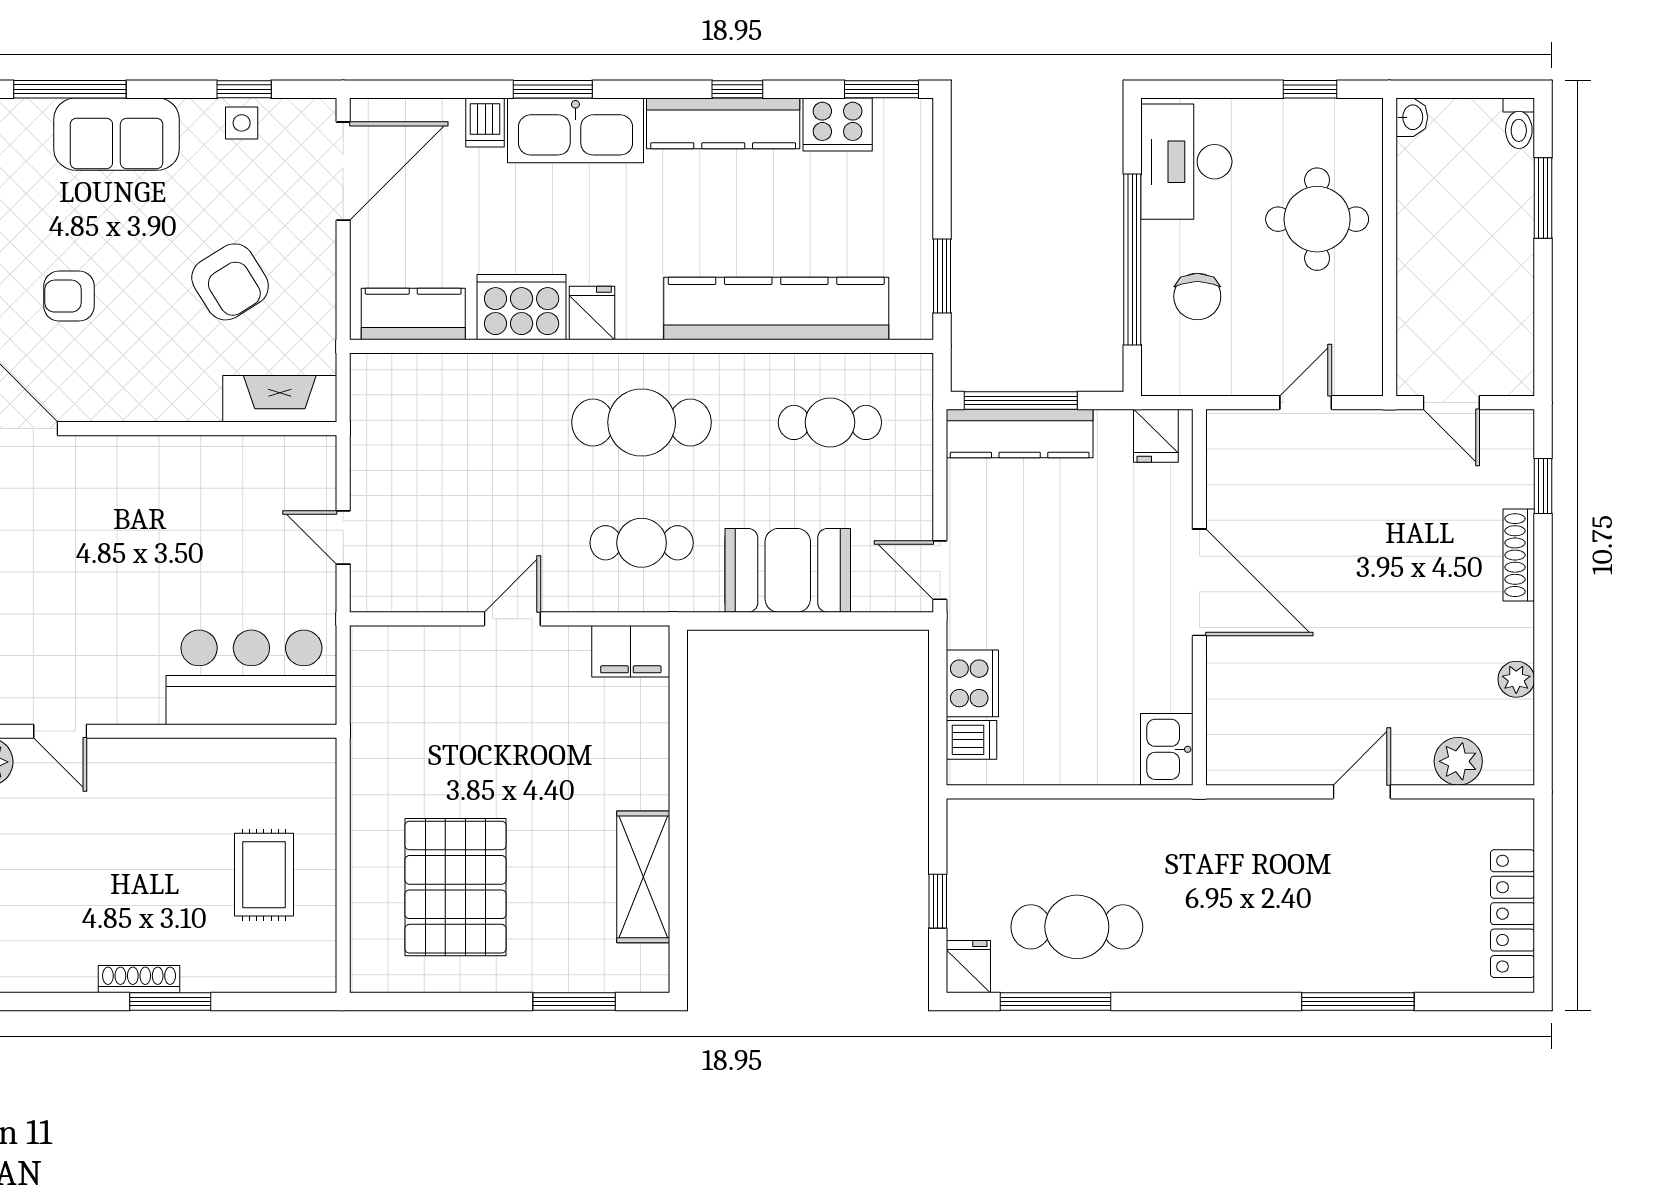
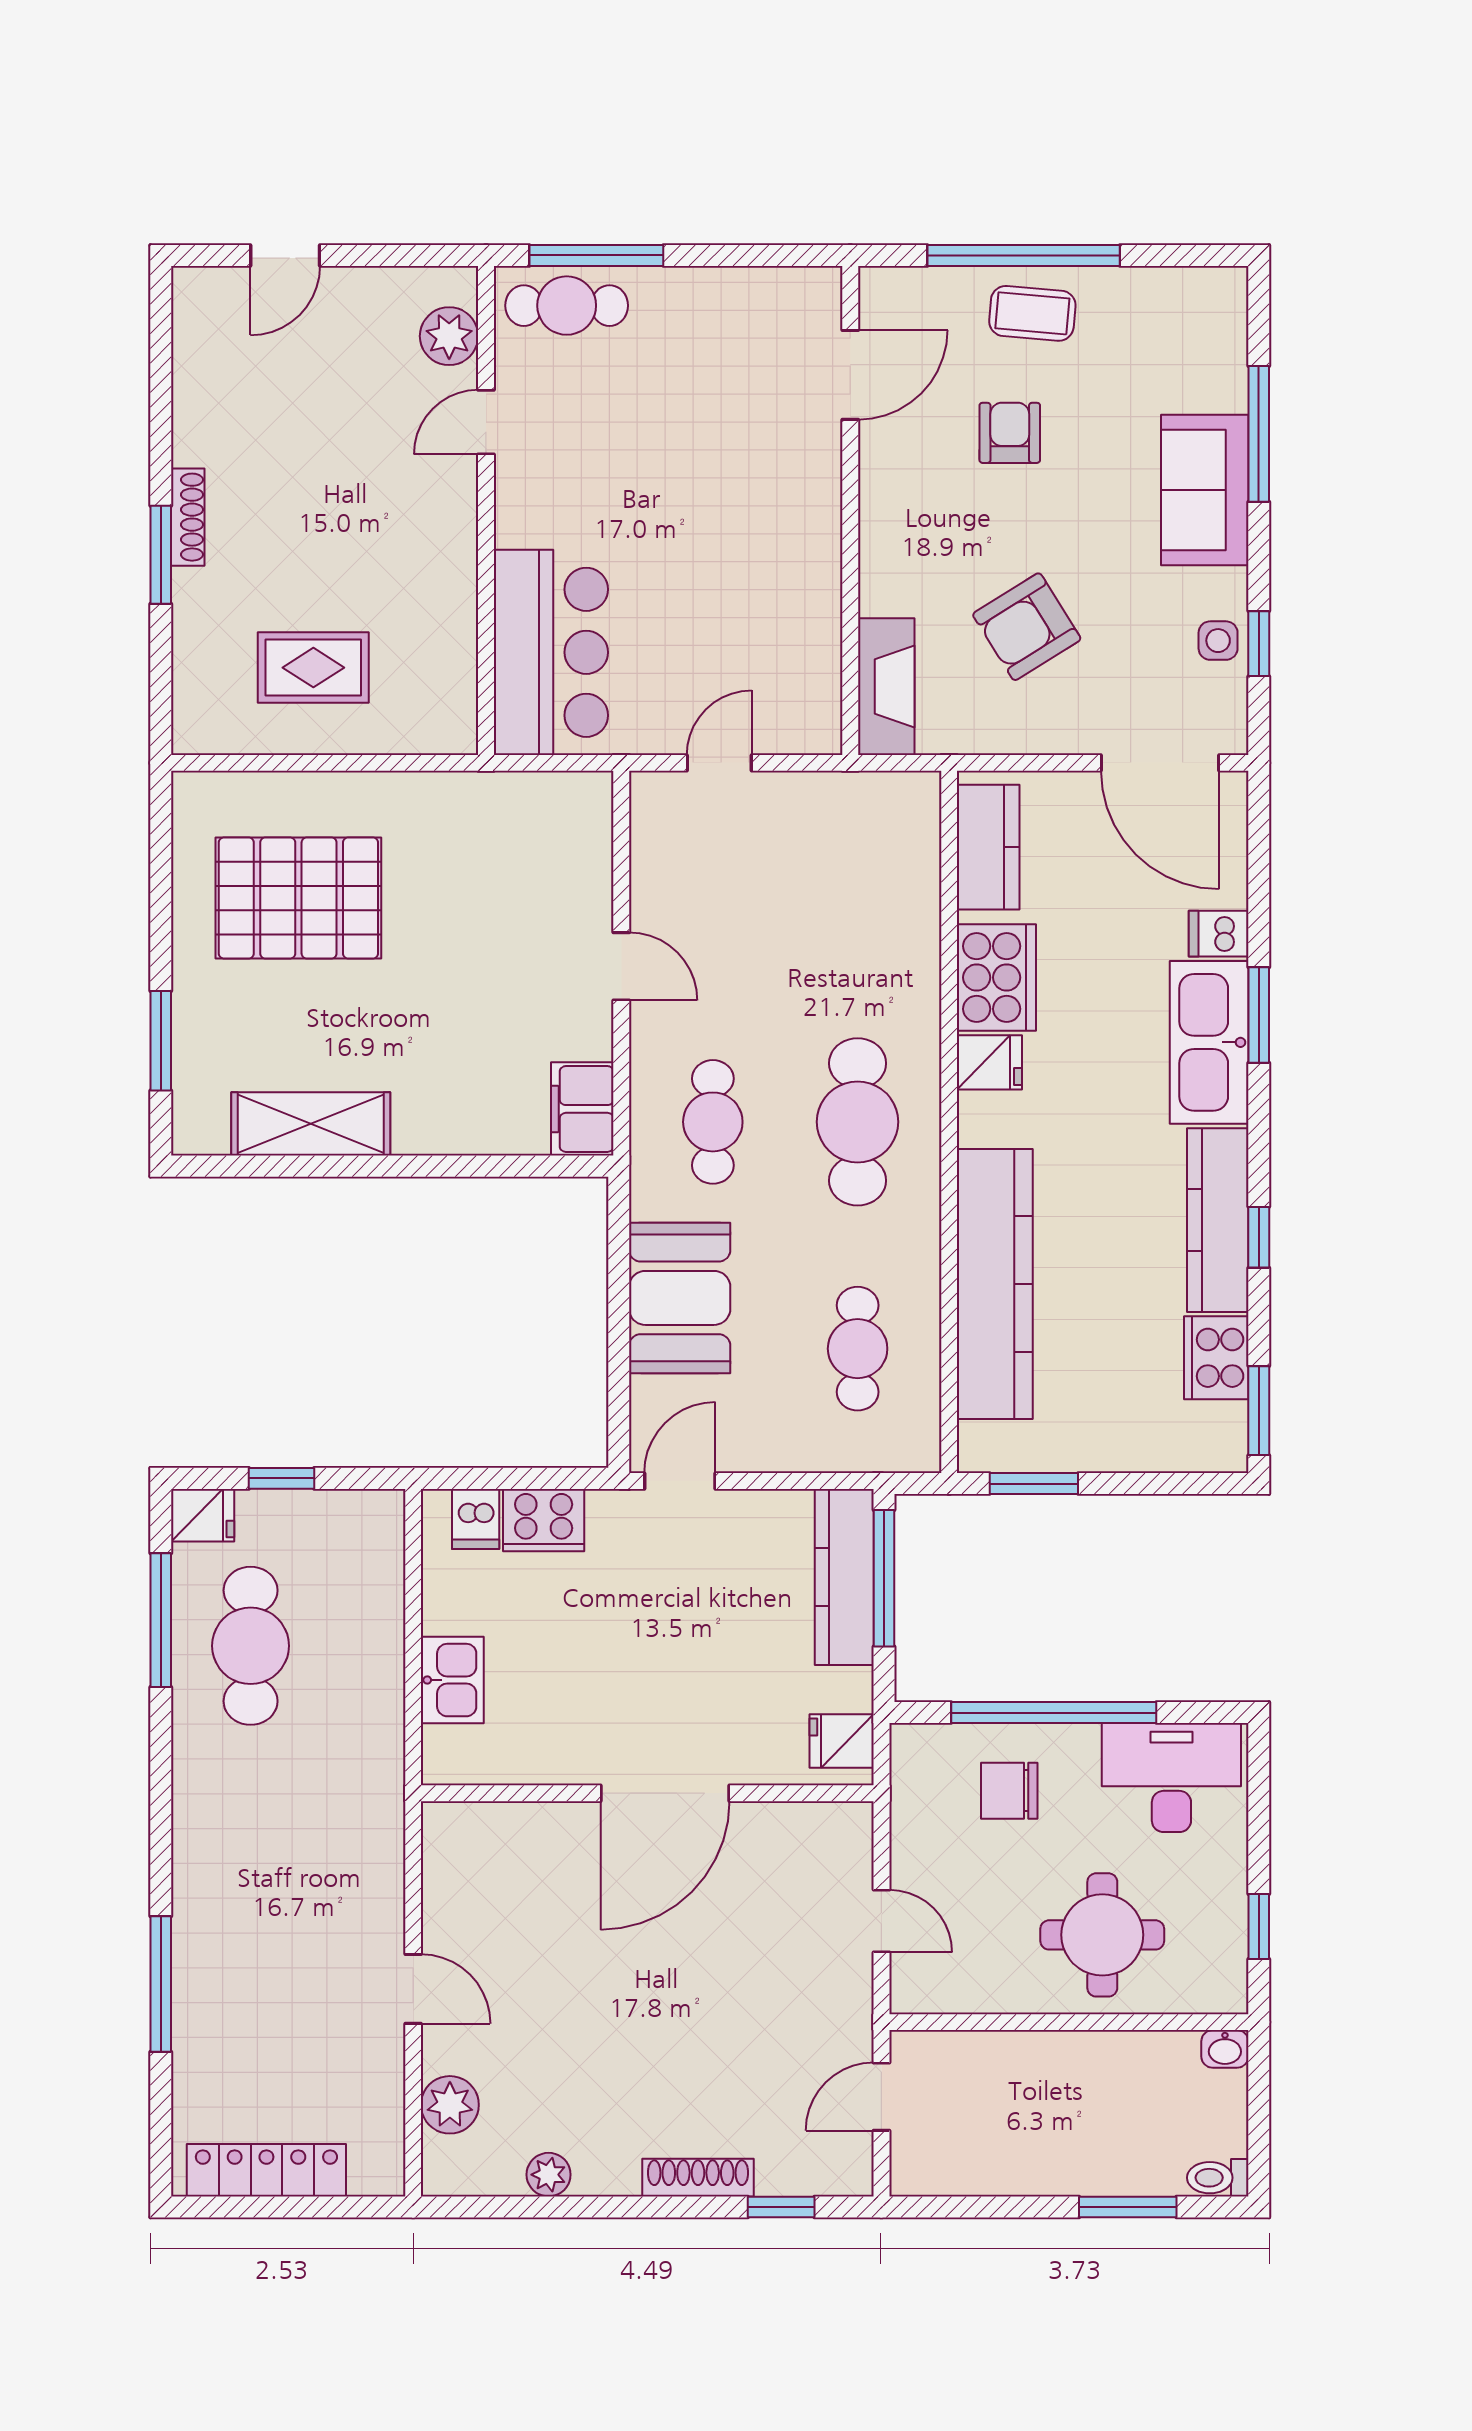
kitchen sink: (1167, 749) -> (452, 1680), moved, turned 90

